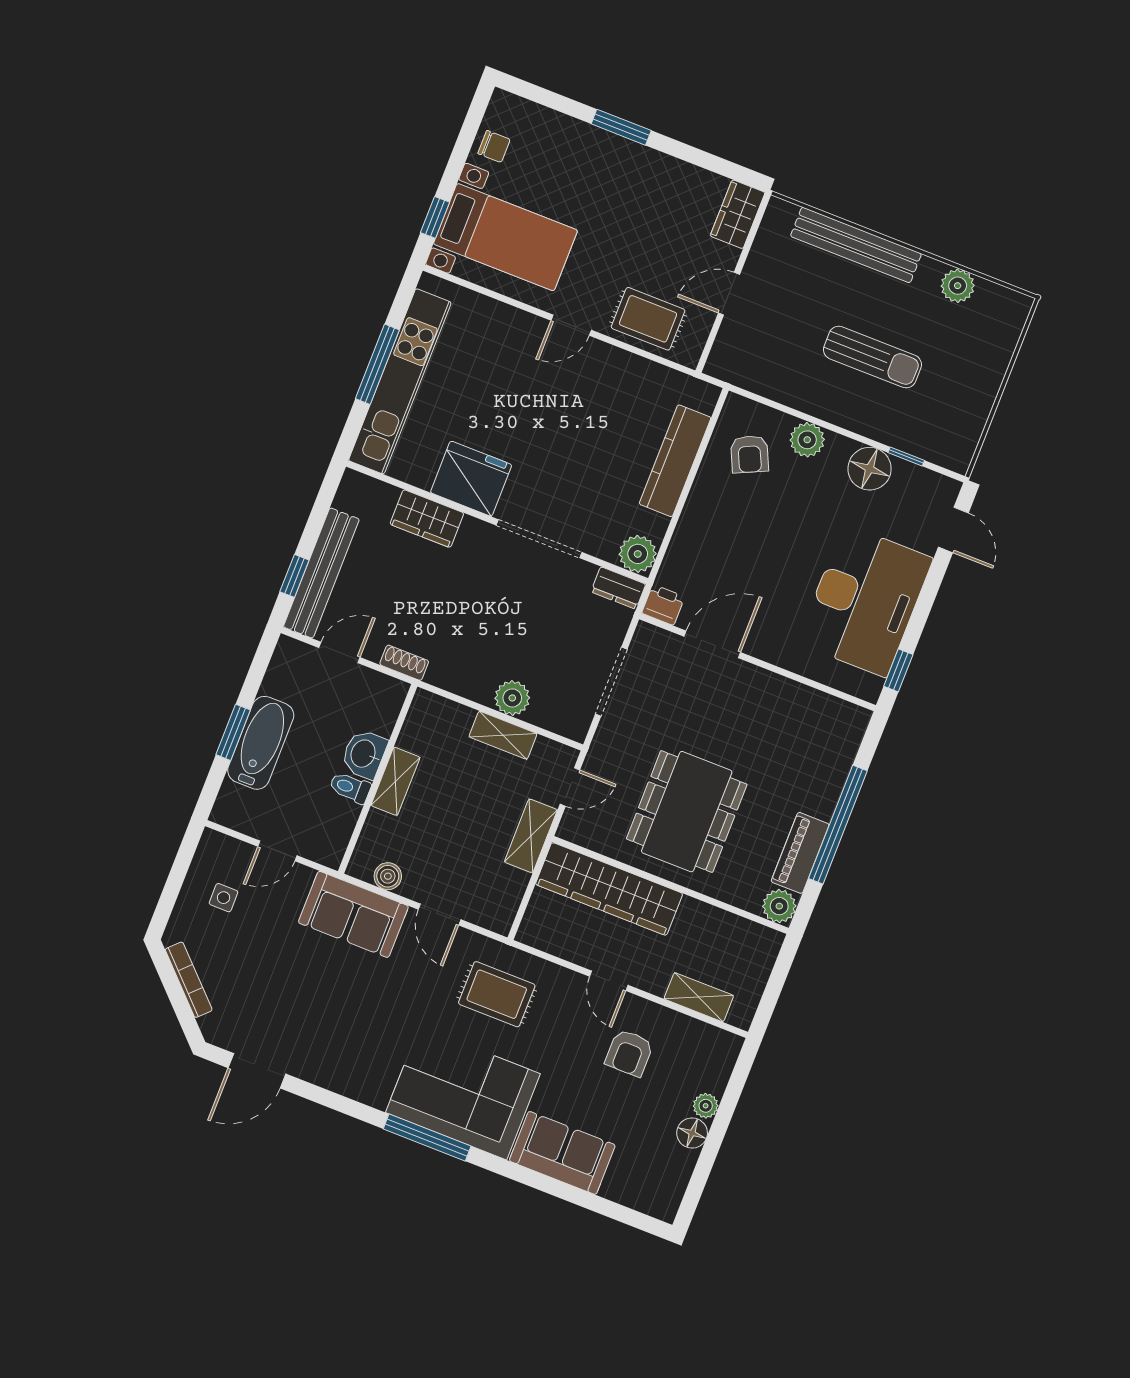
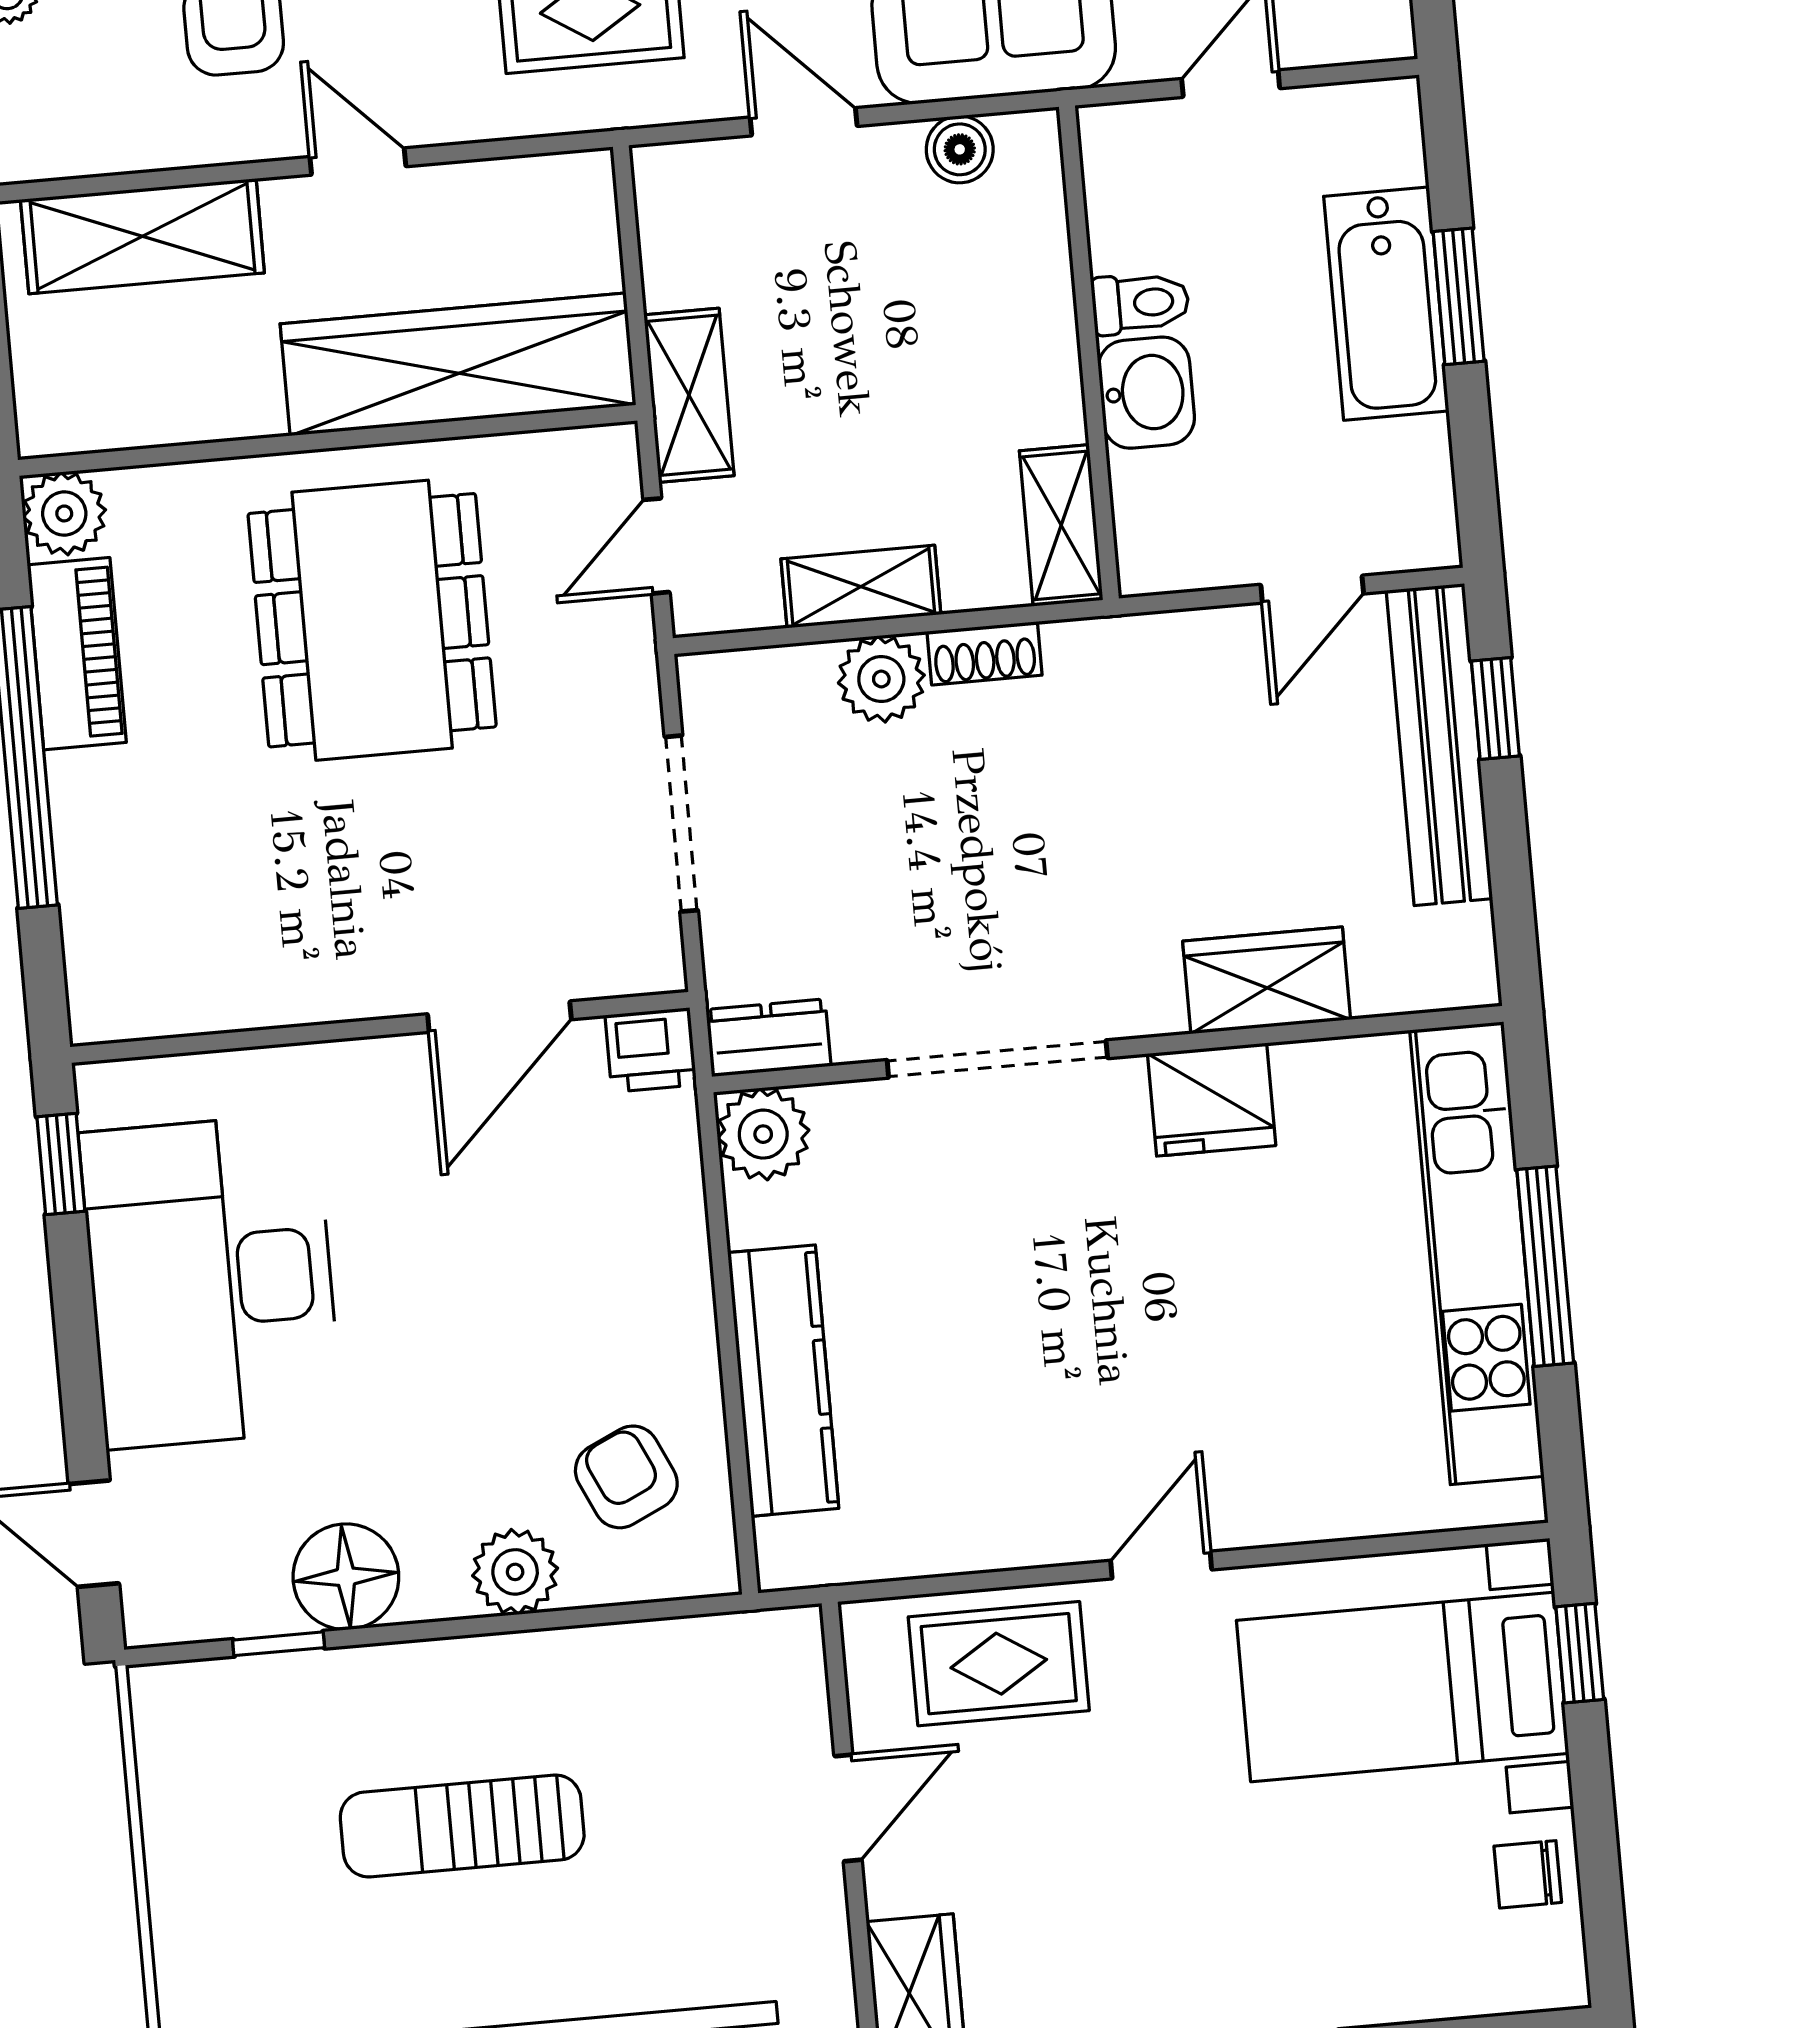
fridge: (471, 479) -> (1212, 1100), width x0.73, depth x0.75
shoe rack: (404, 663) -> (984, 653), moved
shelving: (395, 781) -> (1061, 525), moved
shelving: (699, 997) -> (142, 236), width x1.50, depth x1.33

